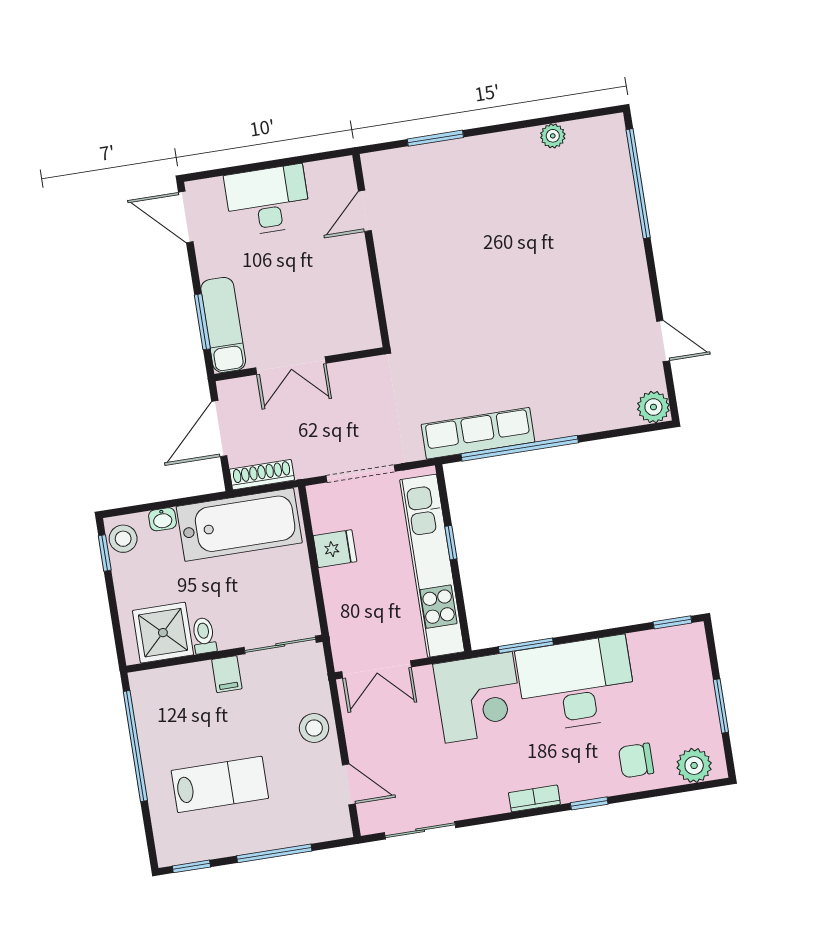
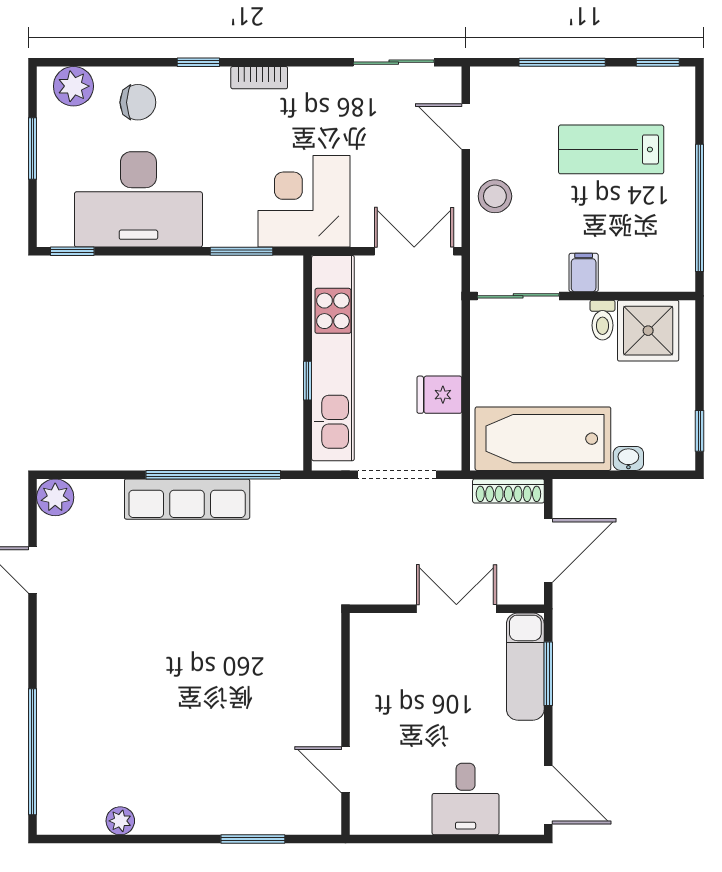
desk: (268, 200) -> (466, 799), width x0.73
door: (365, 211) -> (345, 770), swing flipped
row of seats: (478, 433) -> (187, 499), moved
stool: (123, 539) -> (676, 444), removed
desk: (576, 684) -> (138, 199), moved

